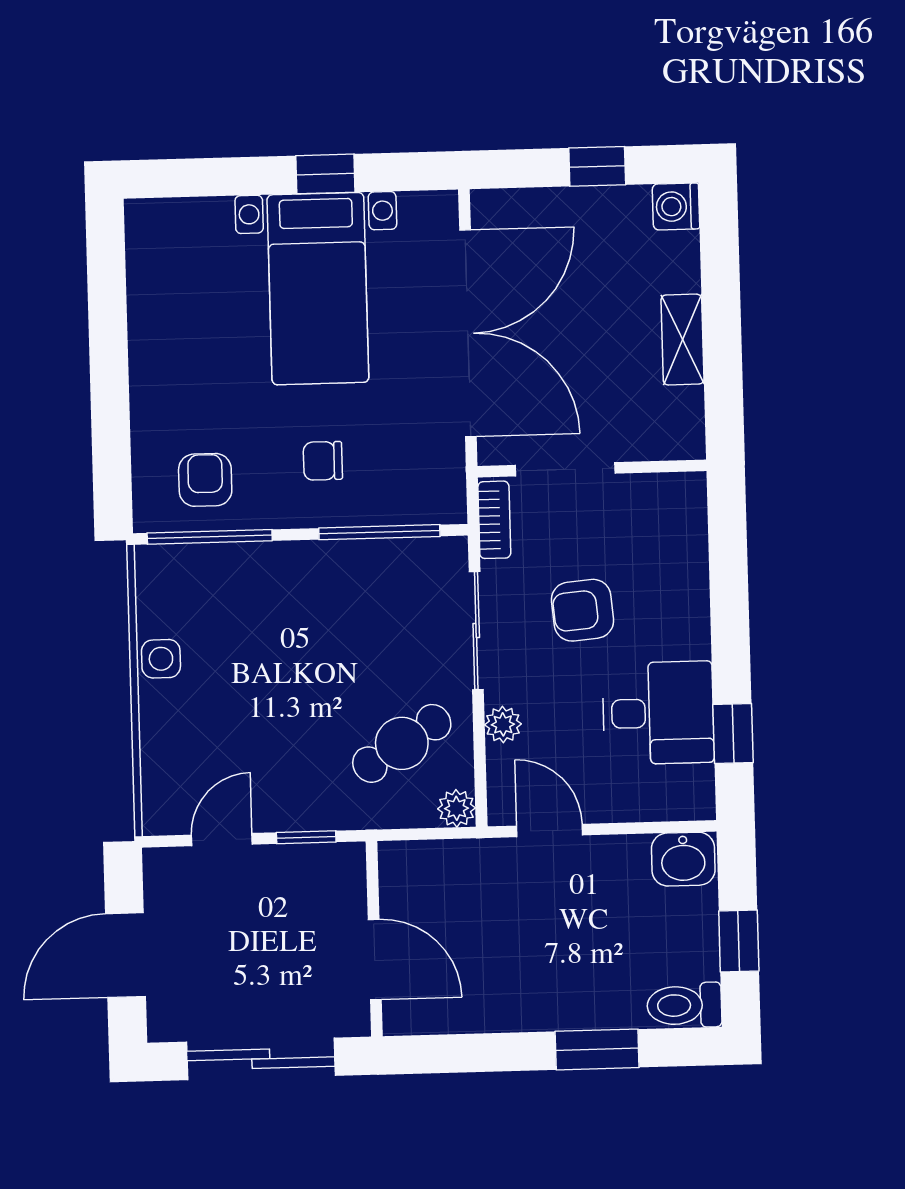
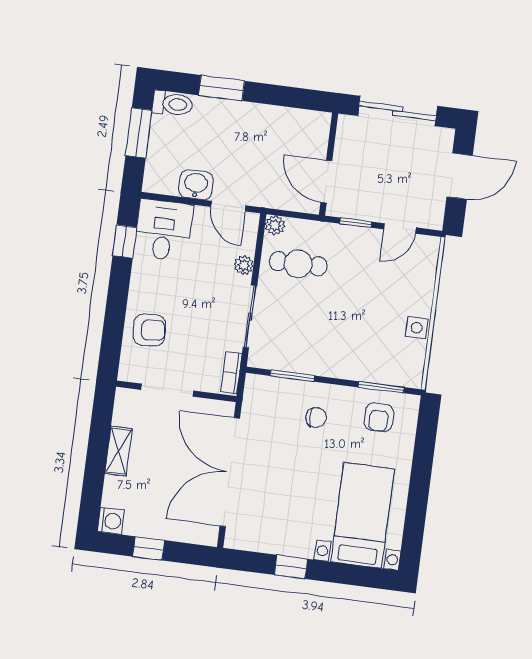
bed with nightstands: (318, 289) -> (363, 515), moved
doorway: (565, 469) -> (167, 390), moved
window: (379, 532) -> (292, 376), width x0.69
window: (210, 537) -> (381, 387), width x0.69
armchair: (582, 610) -> (149, 330), moved
desk: (658, 713) -> (163, 230), moved, turned 90
cafe table: (402, 743) -> (298, 264), turned 32
washbasin: (683, 859) -> (196, 185), moved
window: (739, 941) -> (139, 133), width x1.50
door: (375, 959) -> (326, 182), moved

